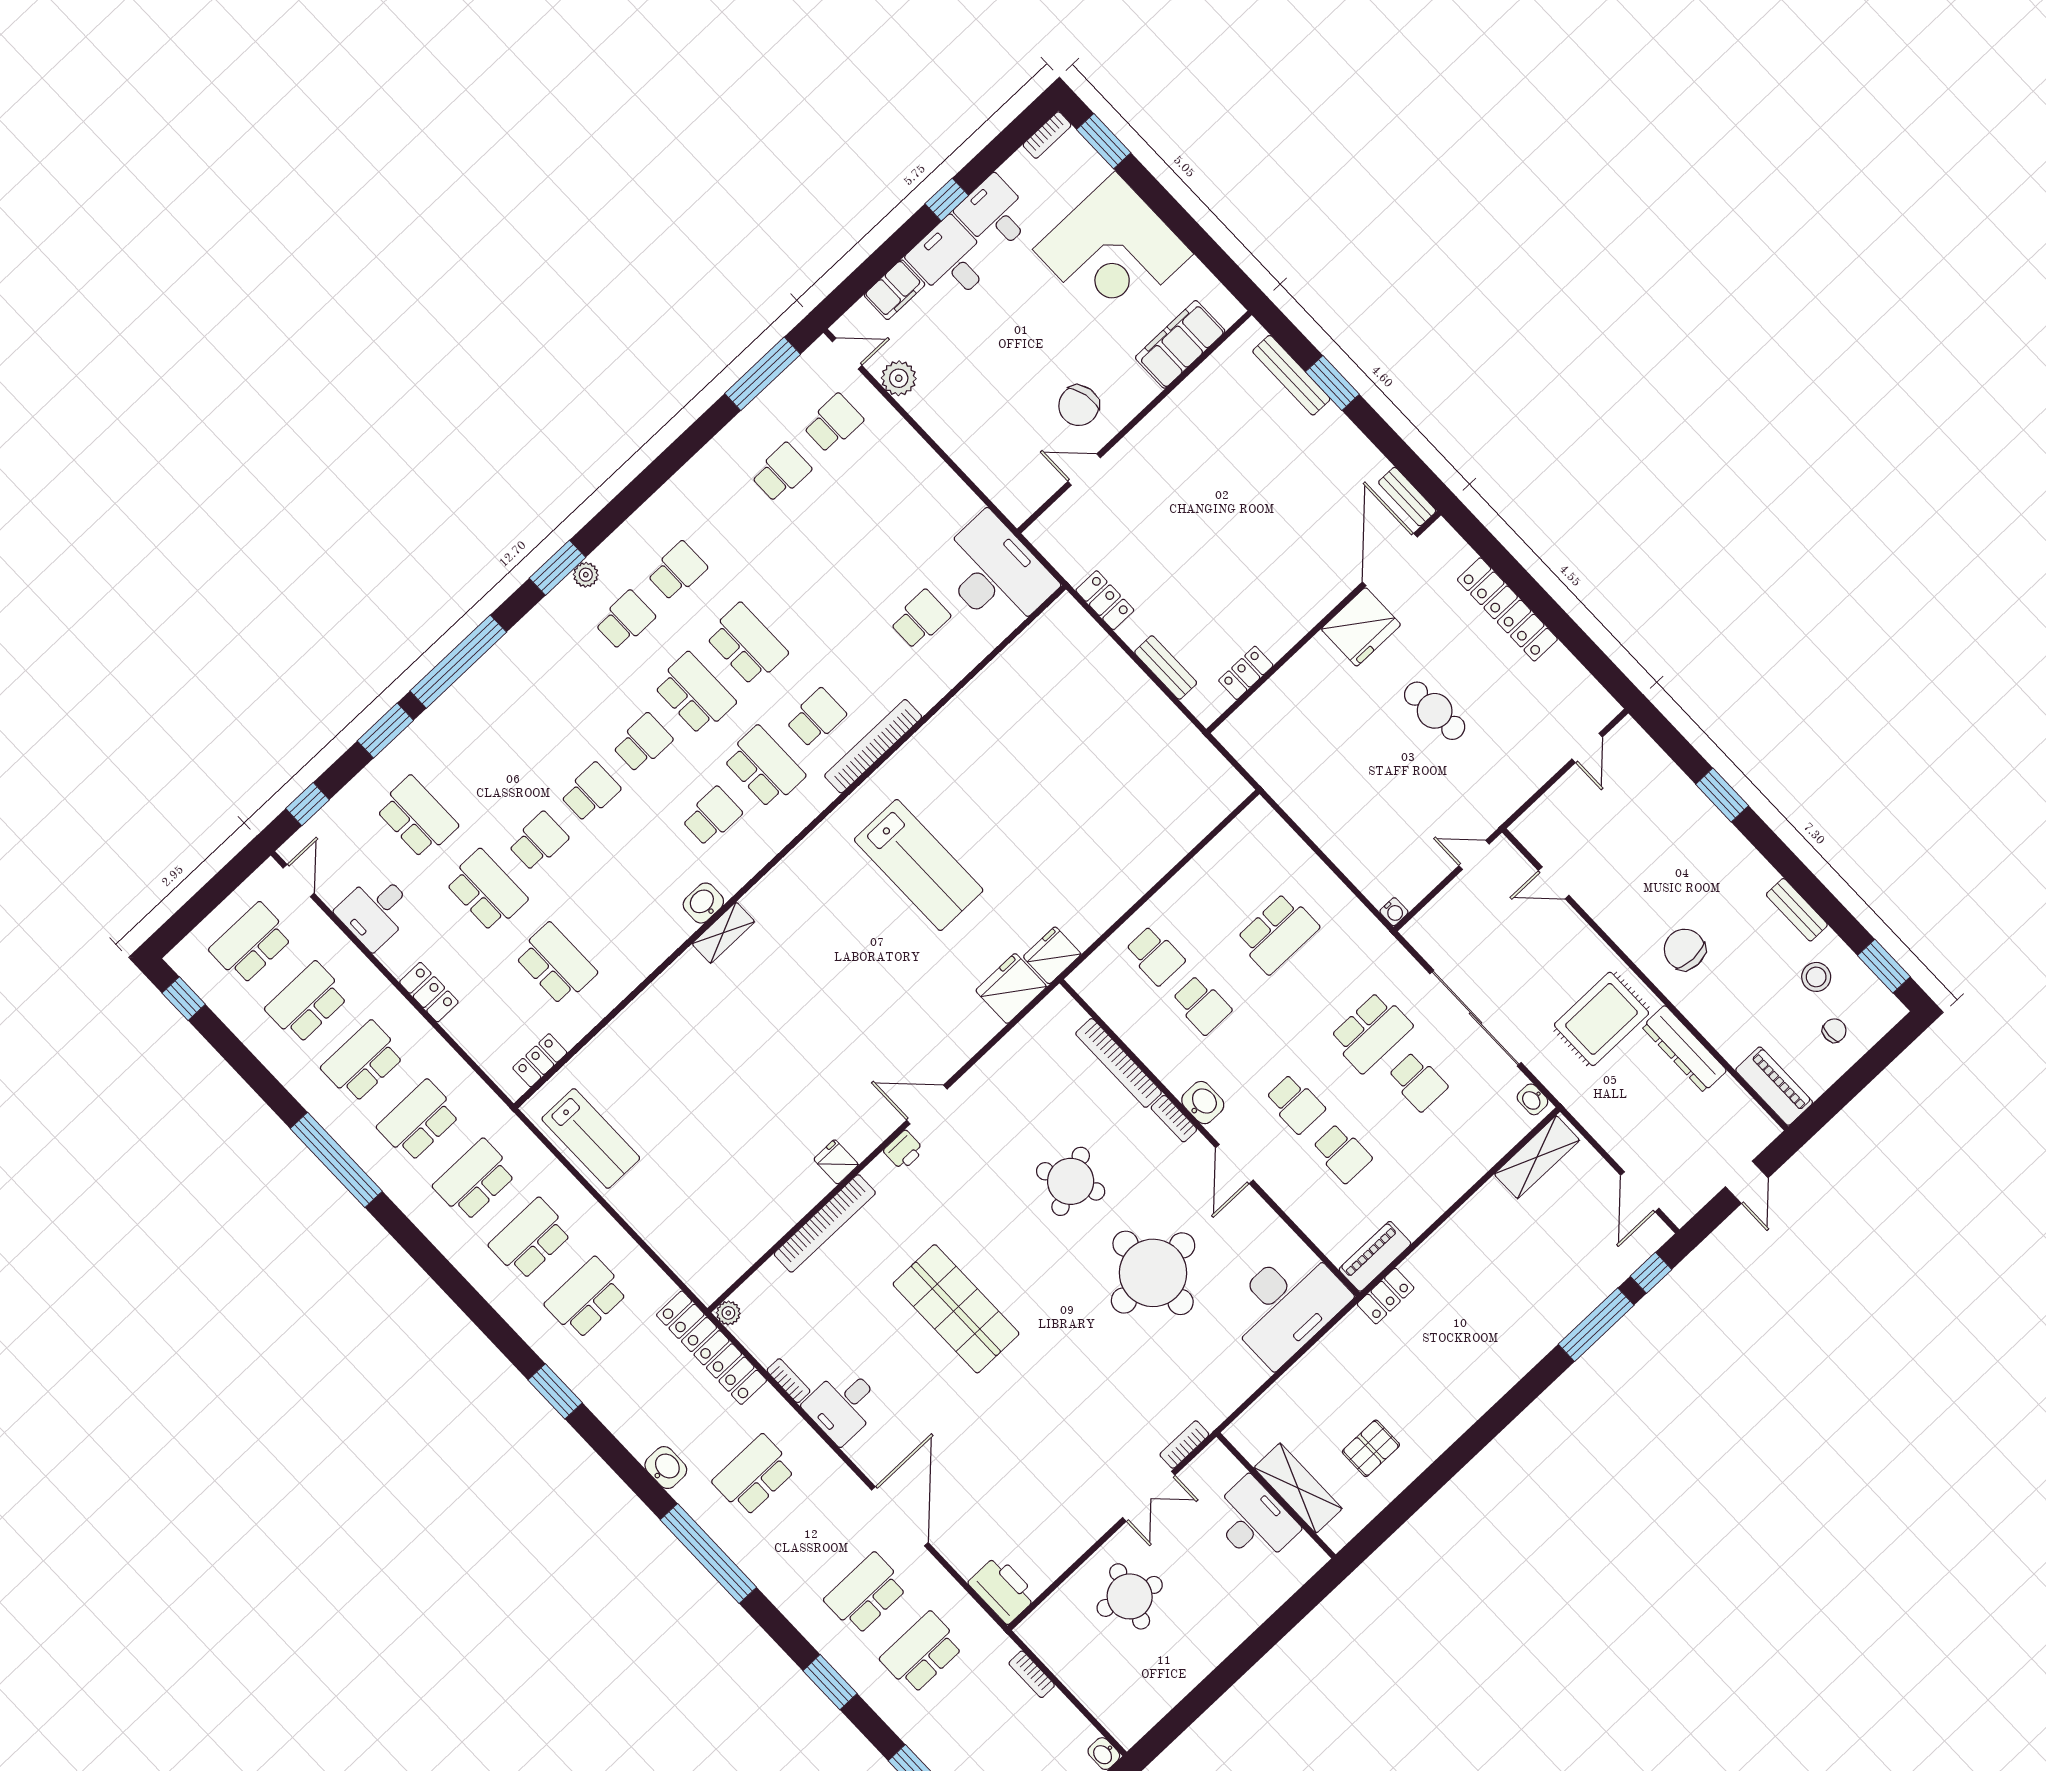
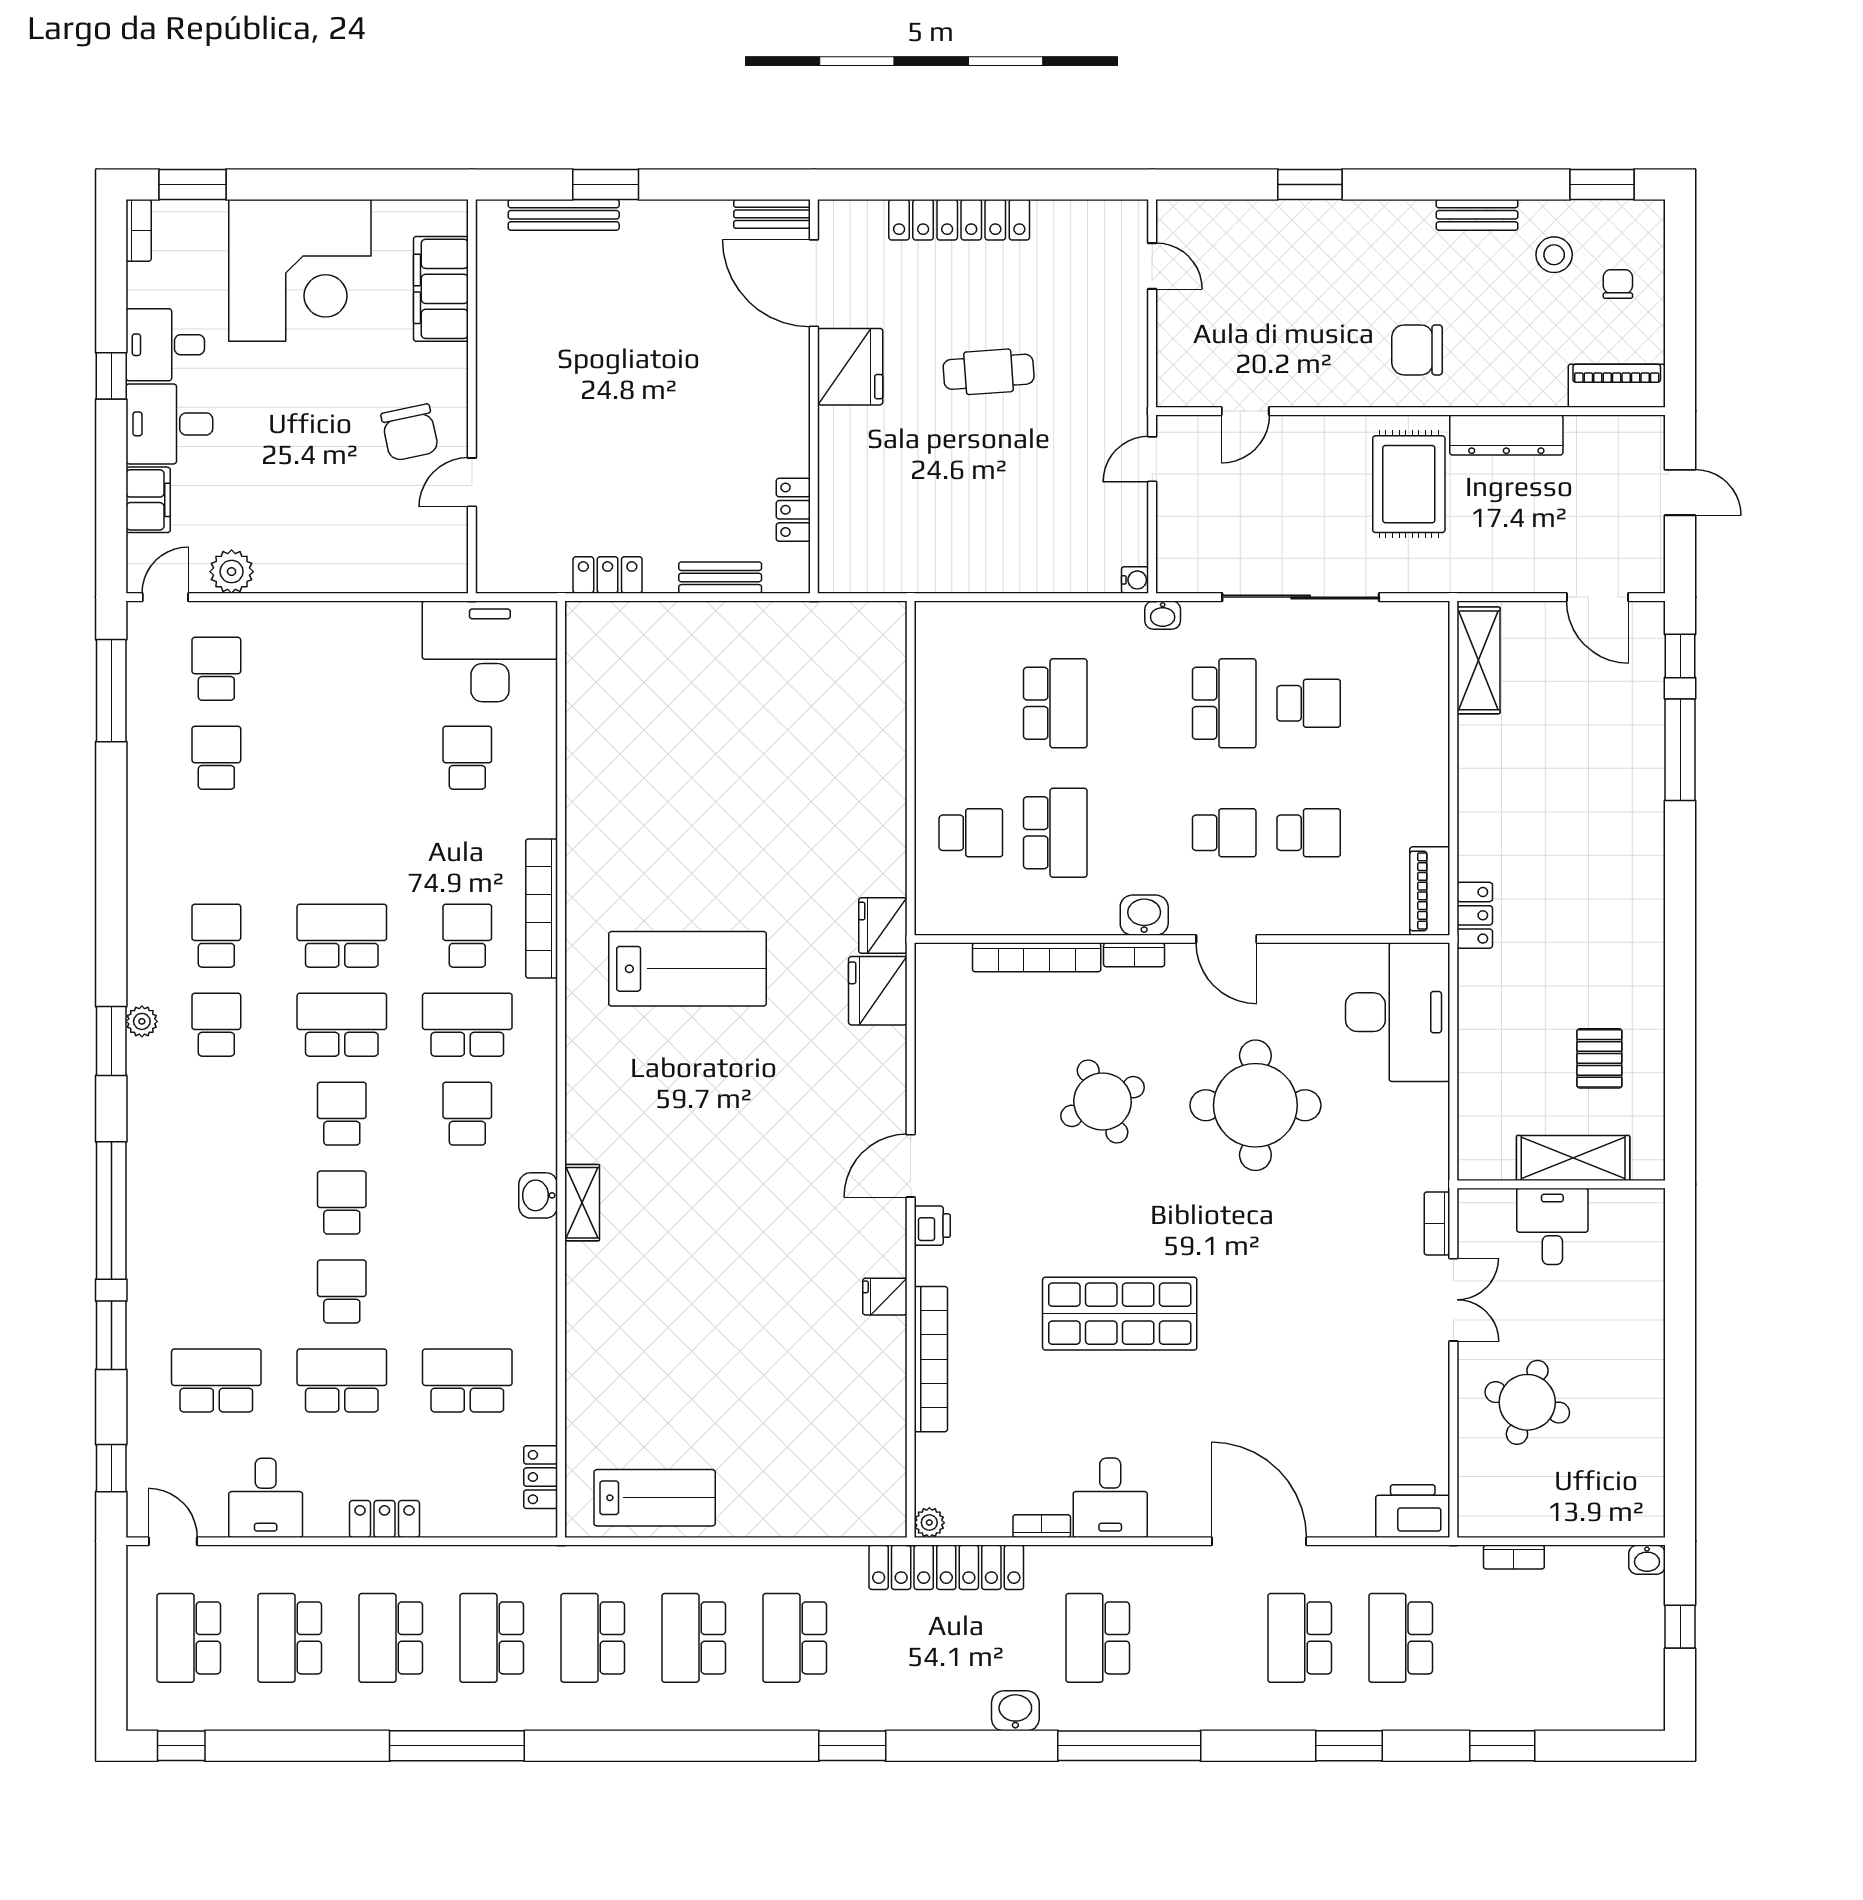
school desk: (1202, 1005) -> (1055, 833), width x1.85
washbasin: (1532, 1099) -> (1163, 615), moved
desk: (1254, 1521) -> (1552, 1226), width x0.73

